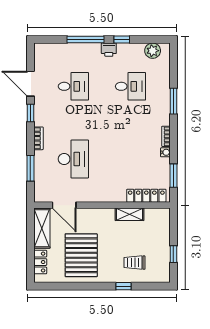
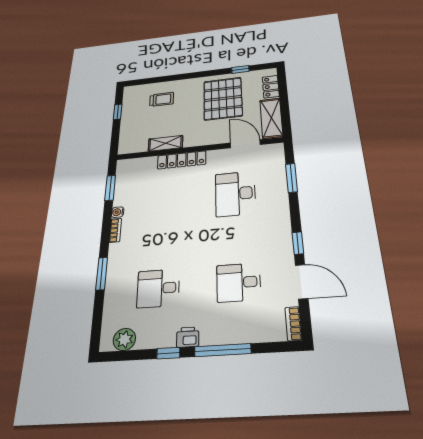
bookcase: (38, 138) -> (293, 324), moved
locker: (146, 196) -> (182, 160), moved
window: (124, 286) -> (240, 69), moved

